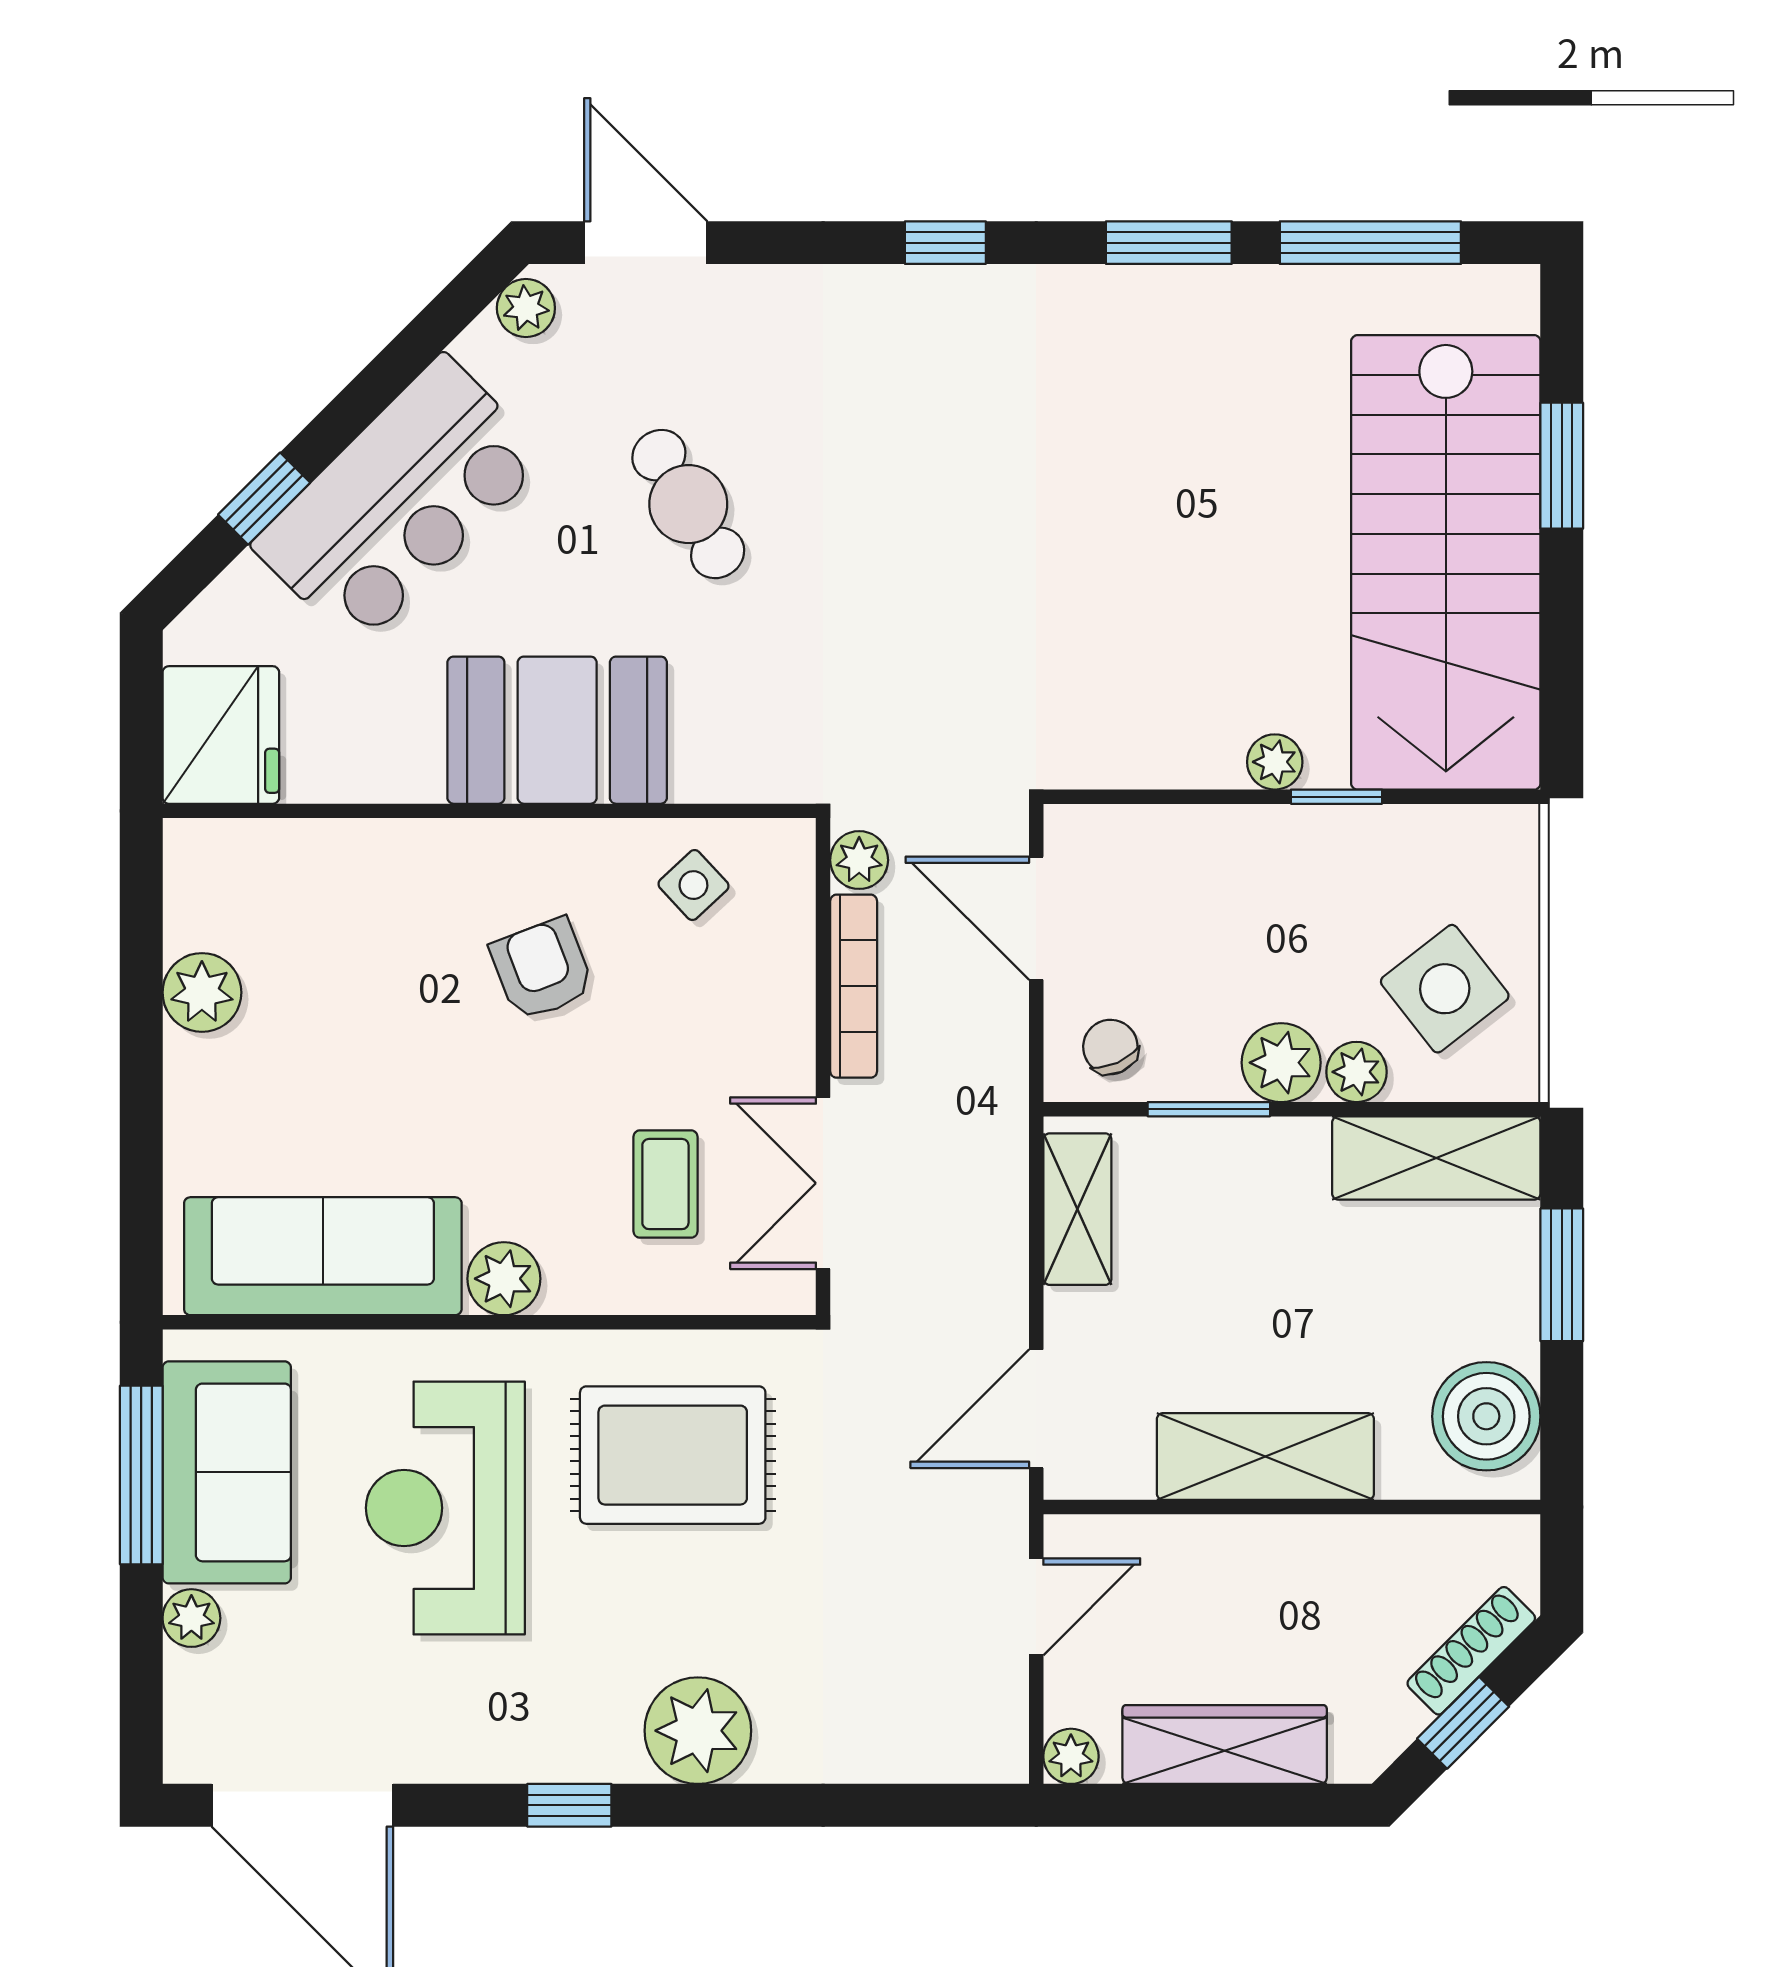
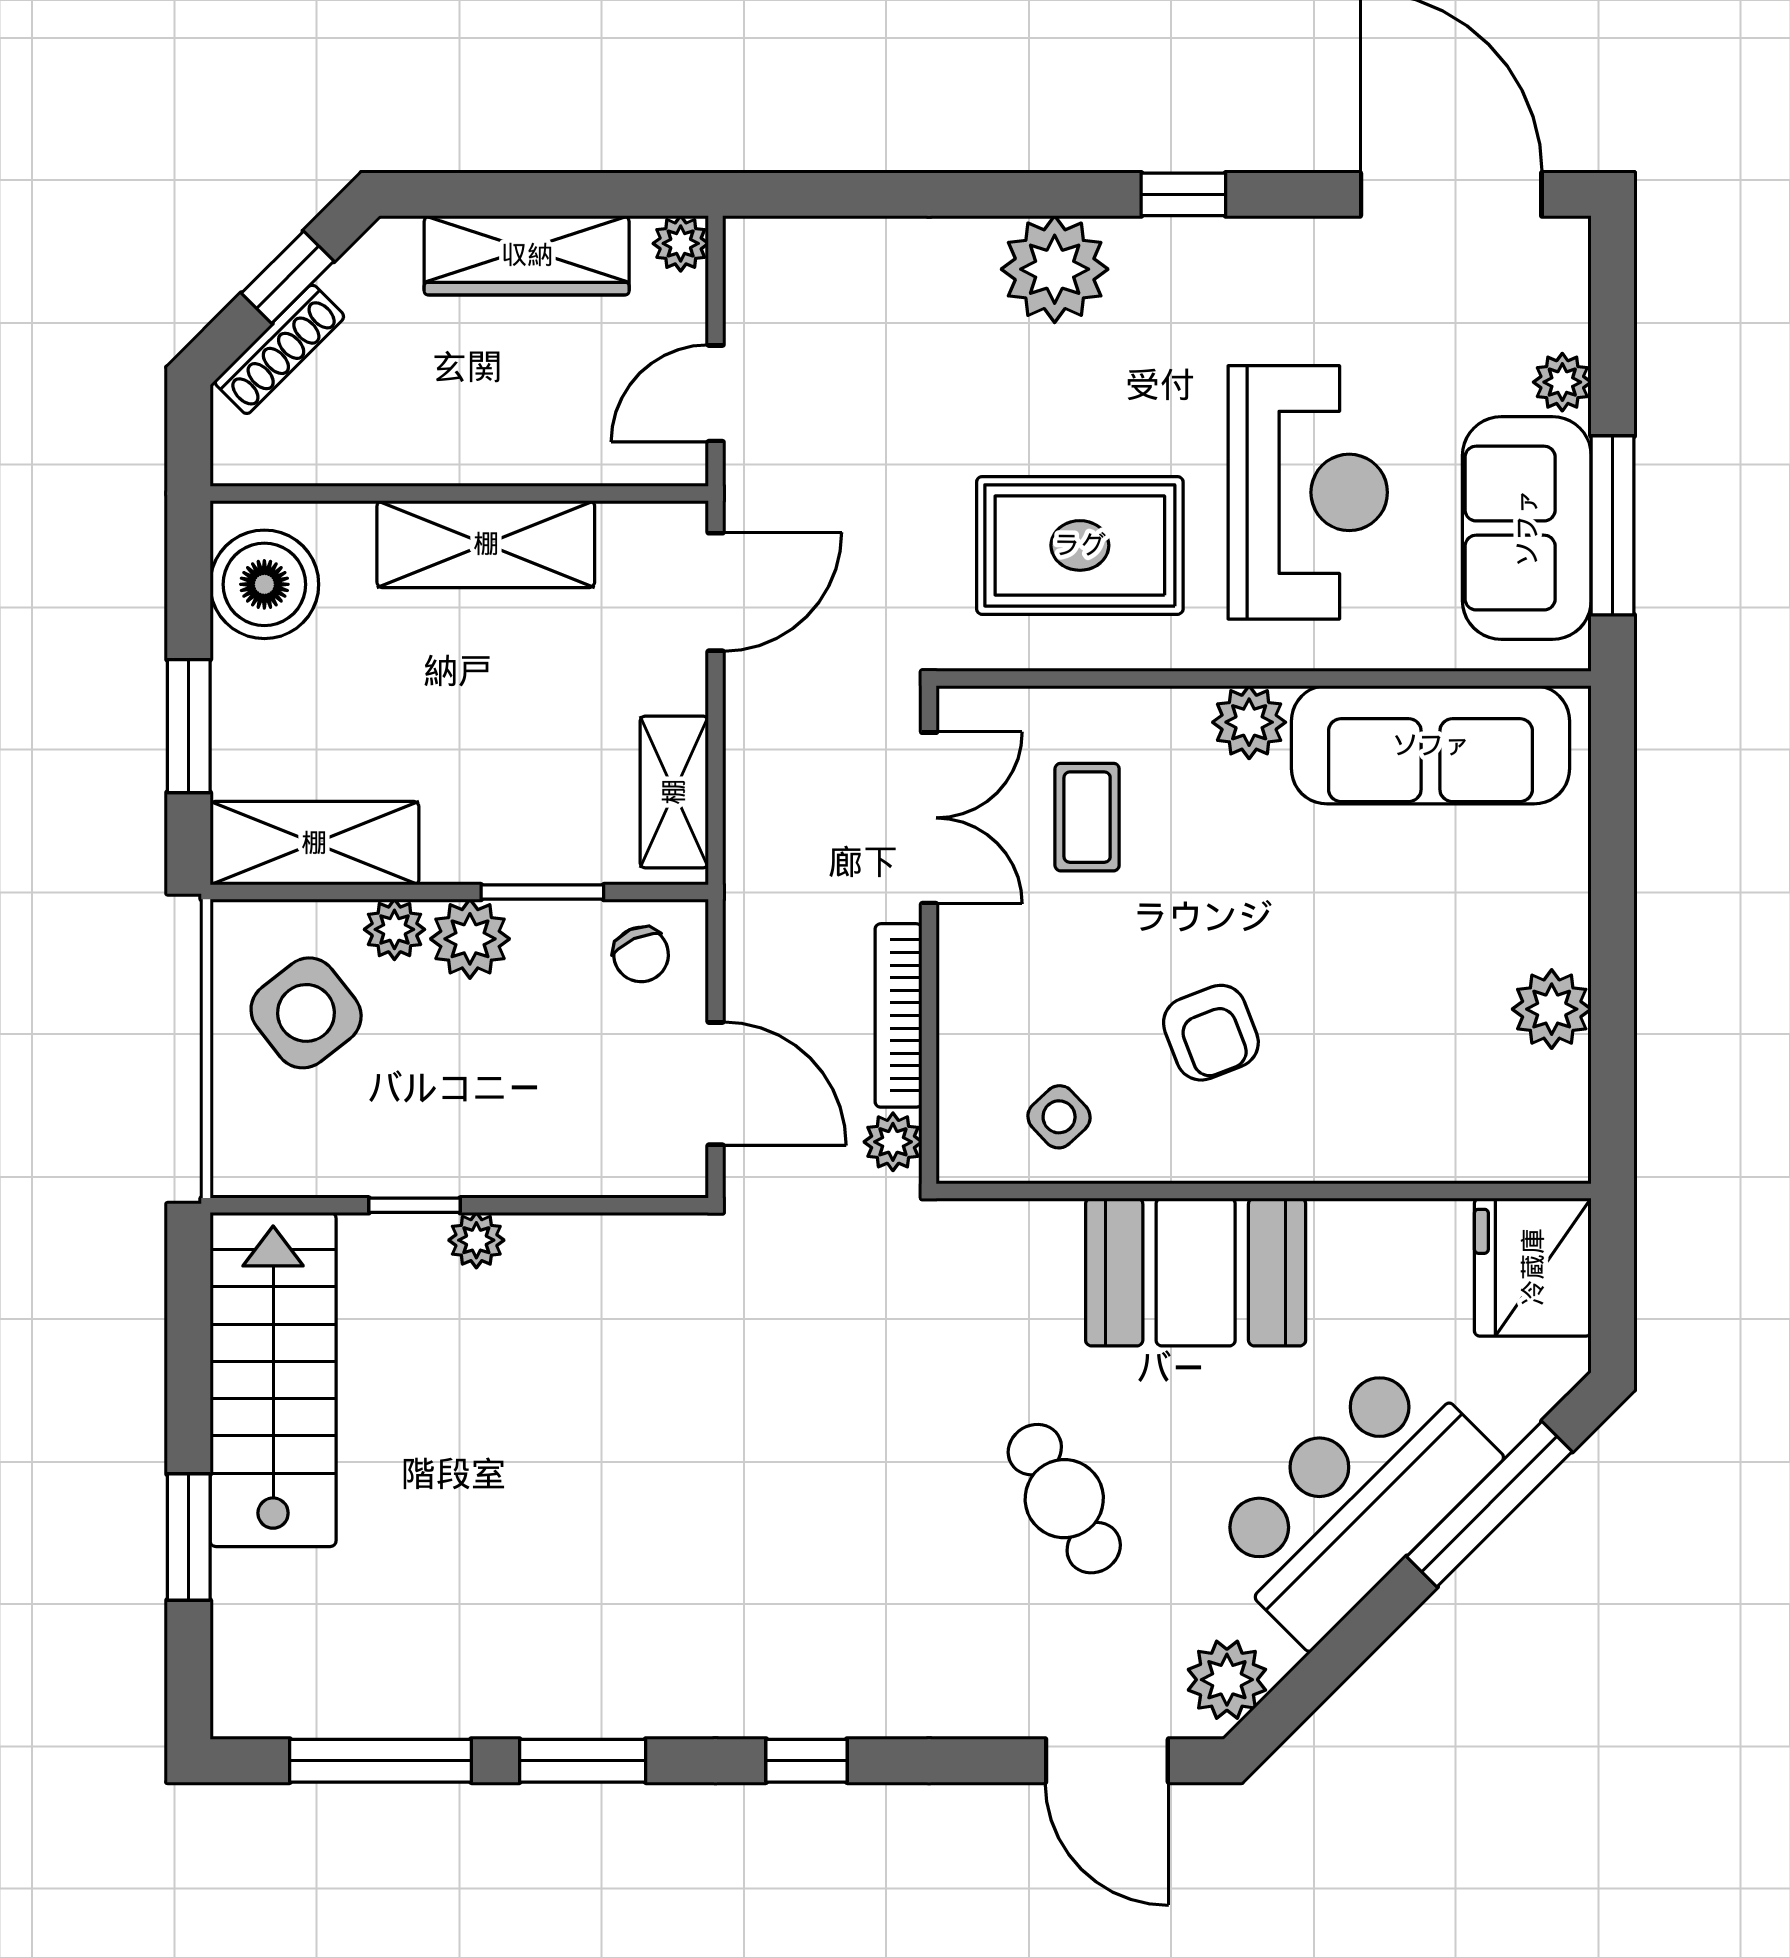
plant: (526, 308) -> (1227, 1680), width x1.38, depth x1.38
window: (264, 499) -> (1489, 1504), width x2.17
stairs: (1446, 562) -> (273, 1379), width x0.73, depth x0.66

